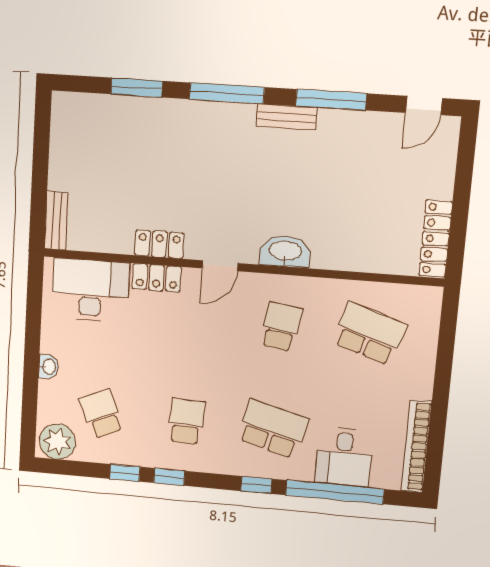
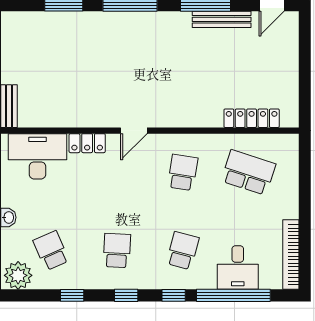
bench: (287, 117) -> (222, 19), moved, width x1.36
locker: (436, 239) -> (252, 118), moved, turned 90
locker: (159, 244) -> (88, 118), removed
washbasin: (285, 251) -> (181, 116), removed
school desk: (273, 429) -> (183, 251), width x0.54
window: (169, 477) -> (126, 295), moved

